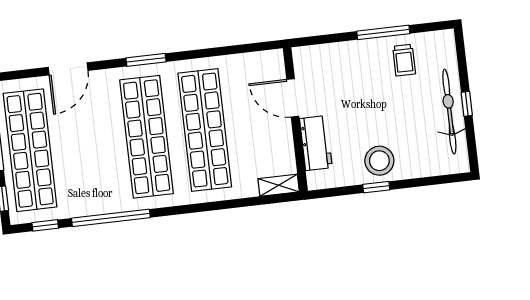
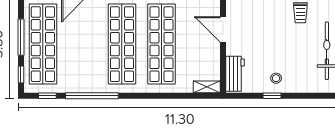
workbench: (316, 143) -> (235, 74), moved
stool: (379, 161) -> (276, 78), width x0.53, depth x0.53

